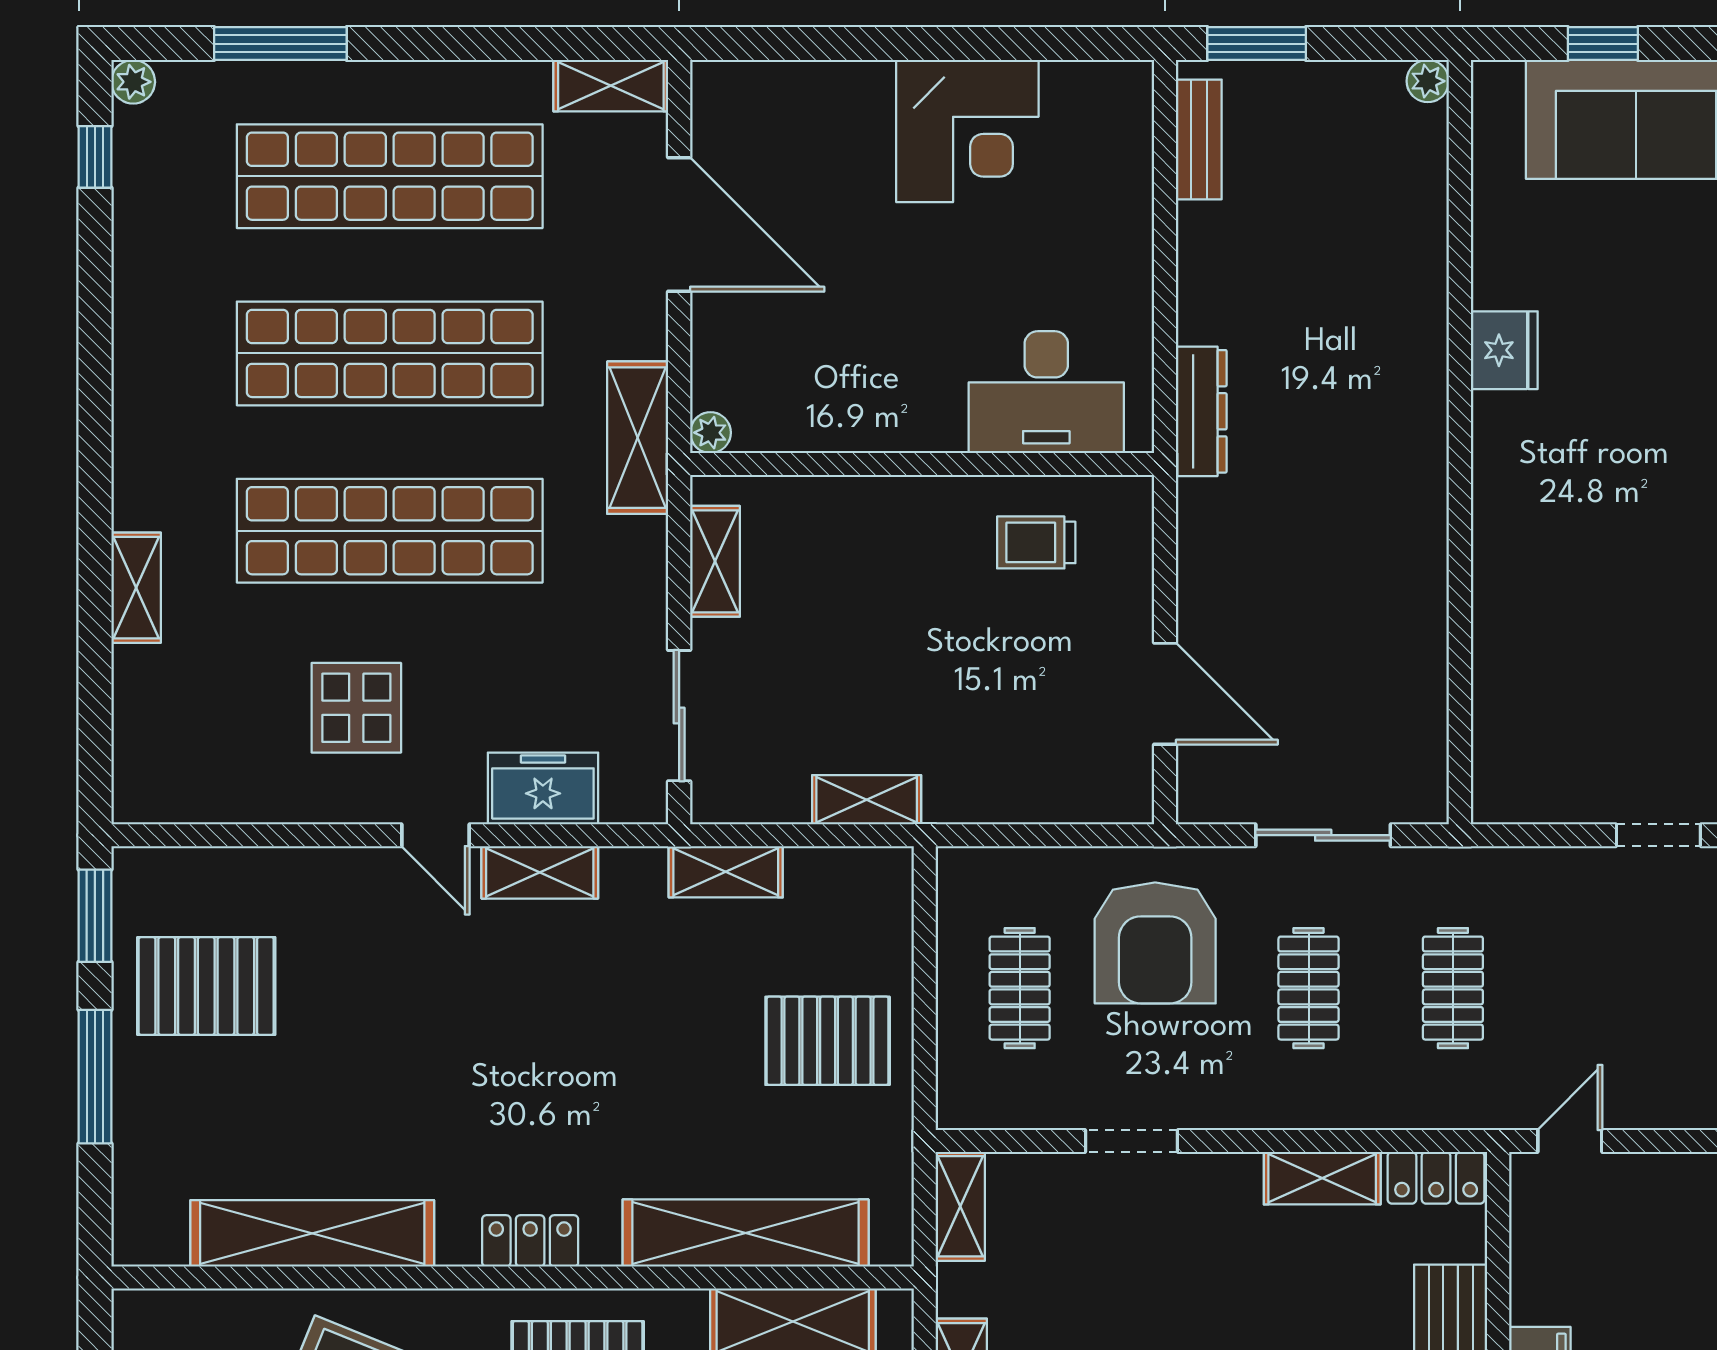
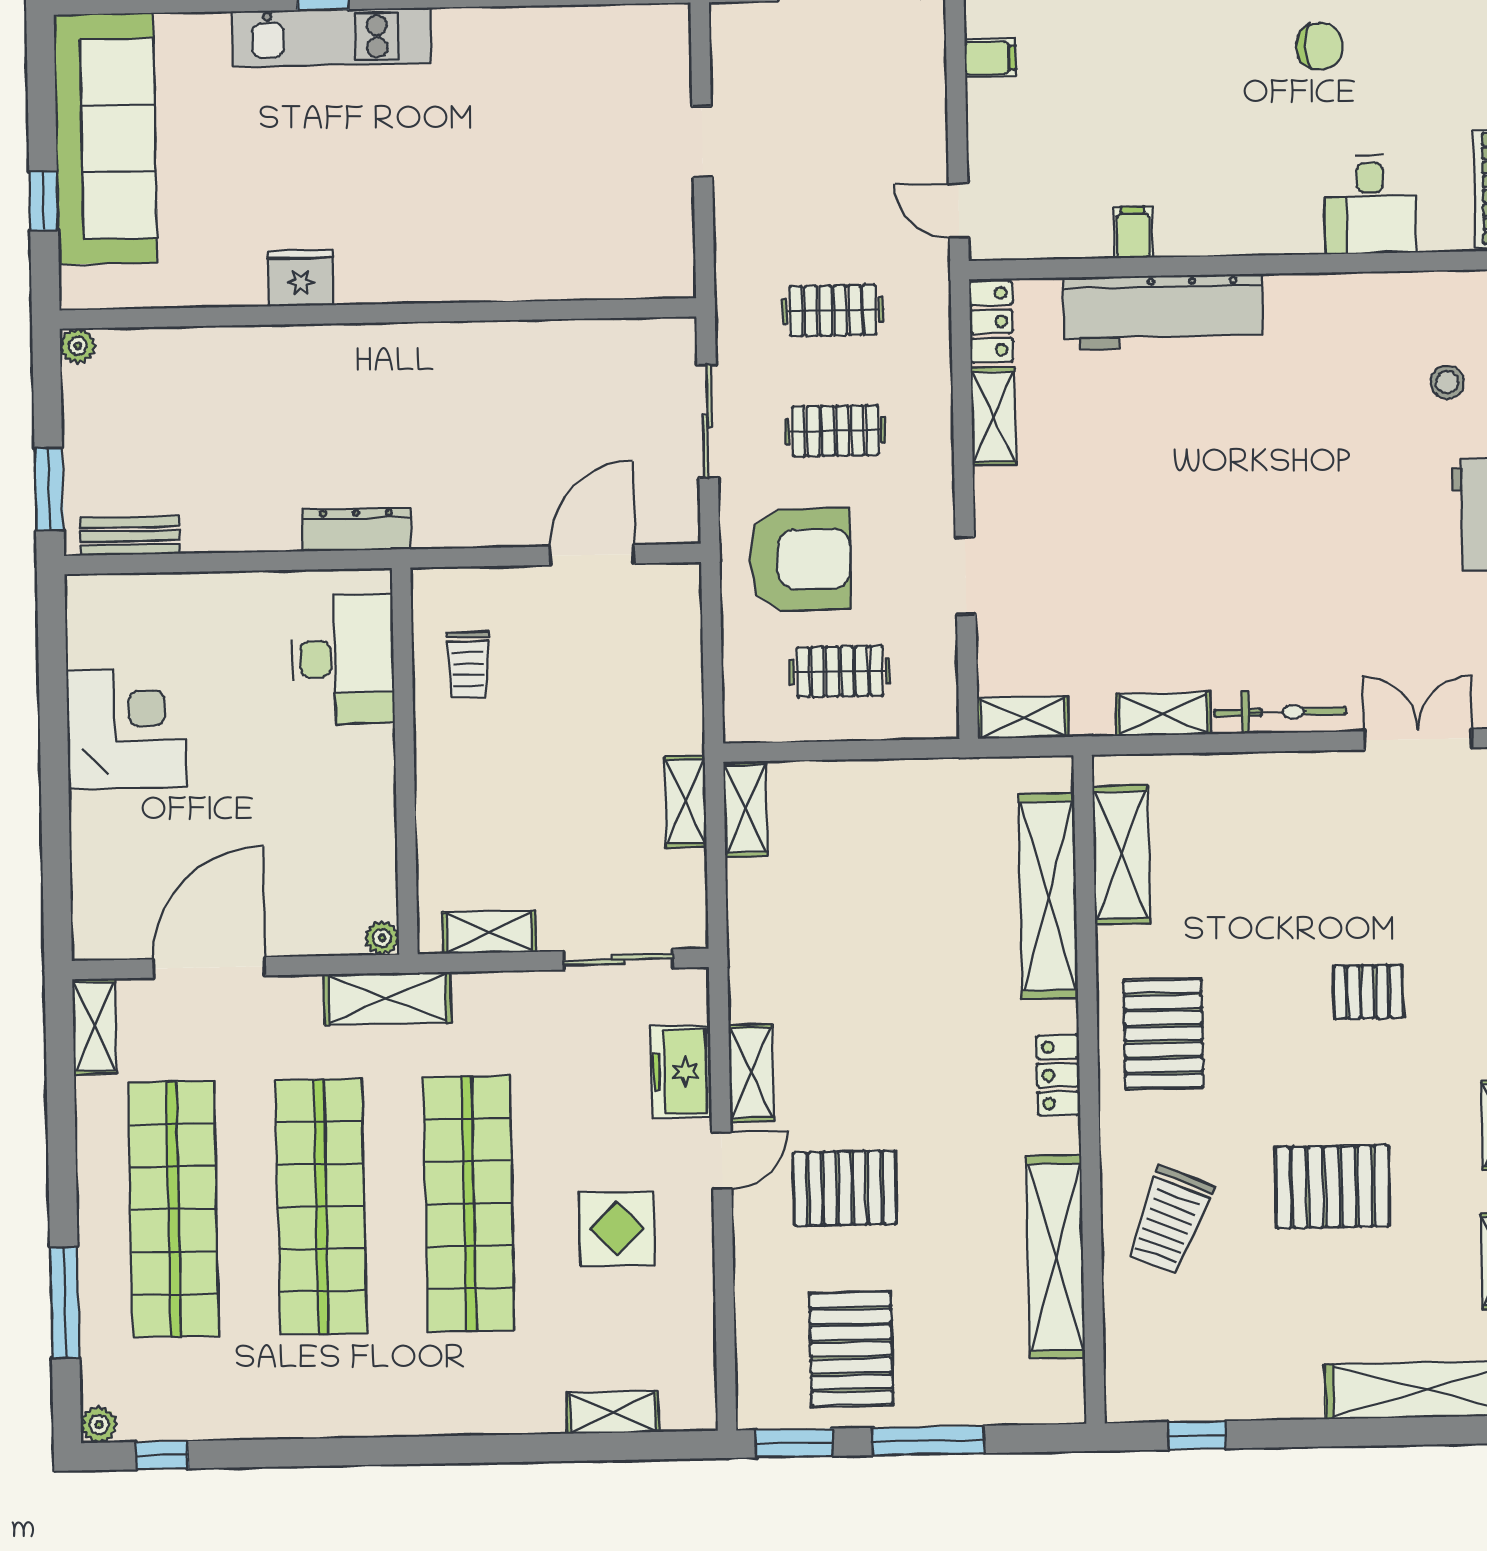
shelving: (136, 588) -> (612, 1412), moved
shelving: (726, 872) -> (746, 809), moved
pallet: (828, 1041) -> (845, 1188), moved, turned 90

